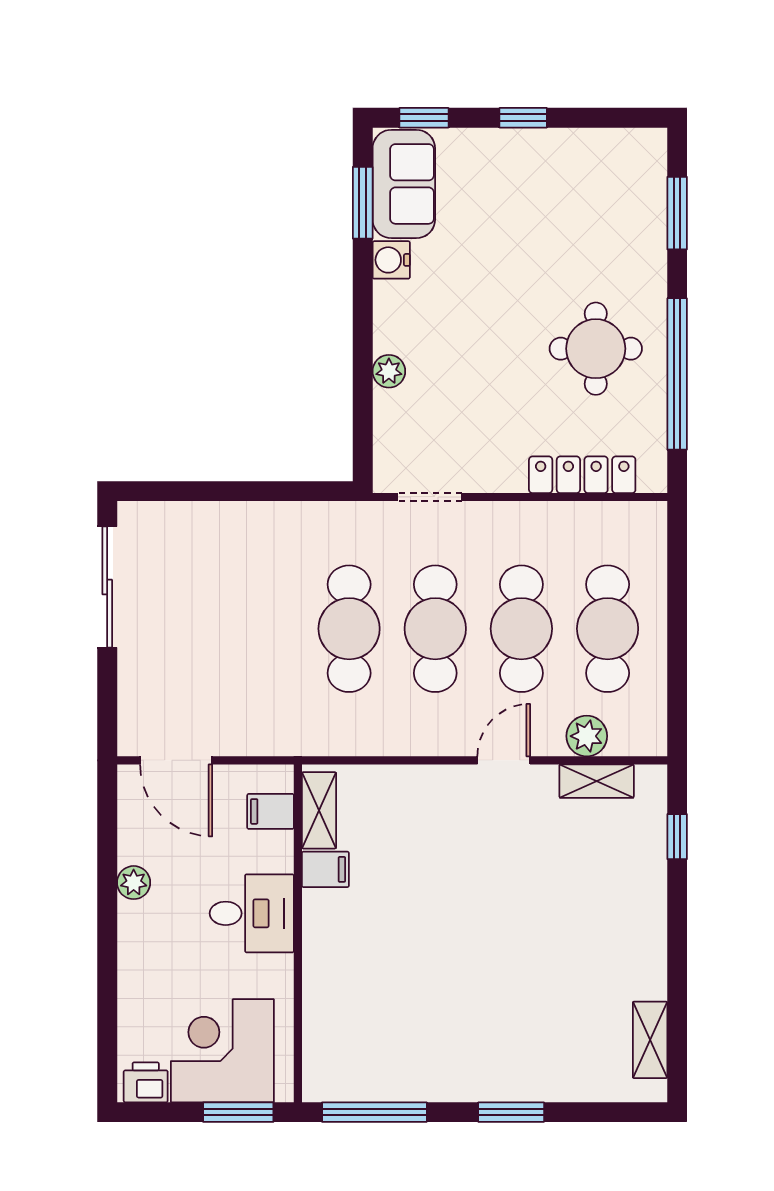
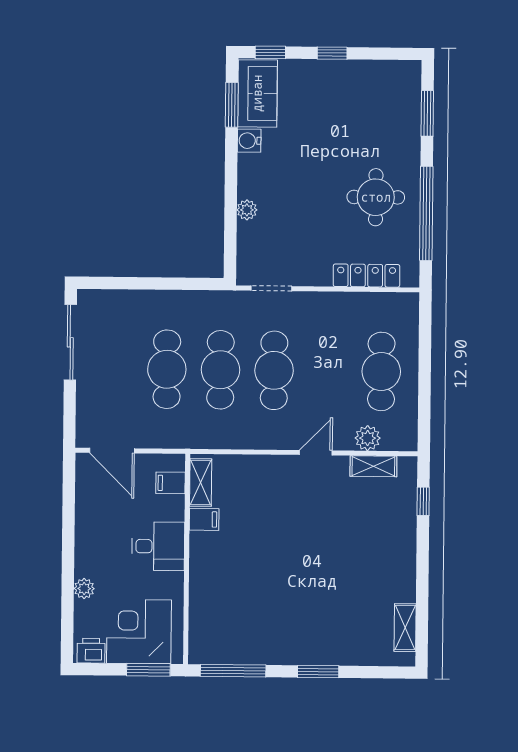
cafe table: (521, 629) -> (167, 369), moved
plant: (134, 883) -> (84, 589), moved

